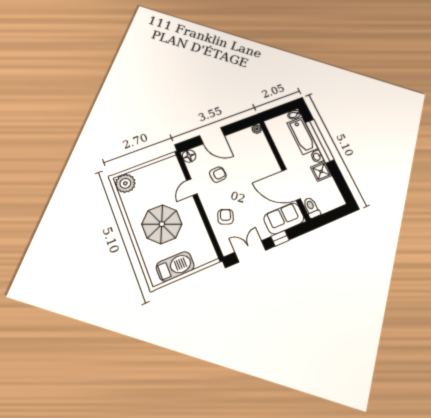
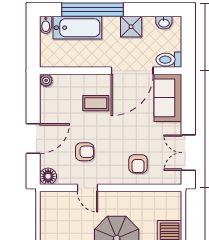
washbasin: (317, 157) -> (164, 23), moved
coffee table: (256, 169) -> (96, 103), added
armchair: (218, 175) -> (85, 152), turned 95
armchair: (226, 217) -> (138, 164), turned -112
window: (280, 238) -> (188, 113), removed

